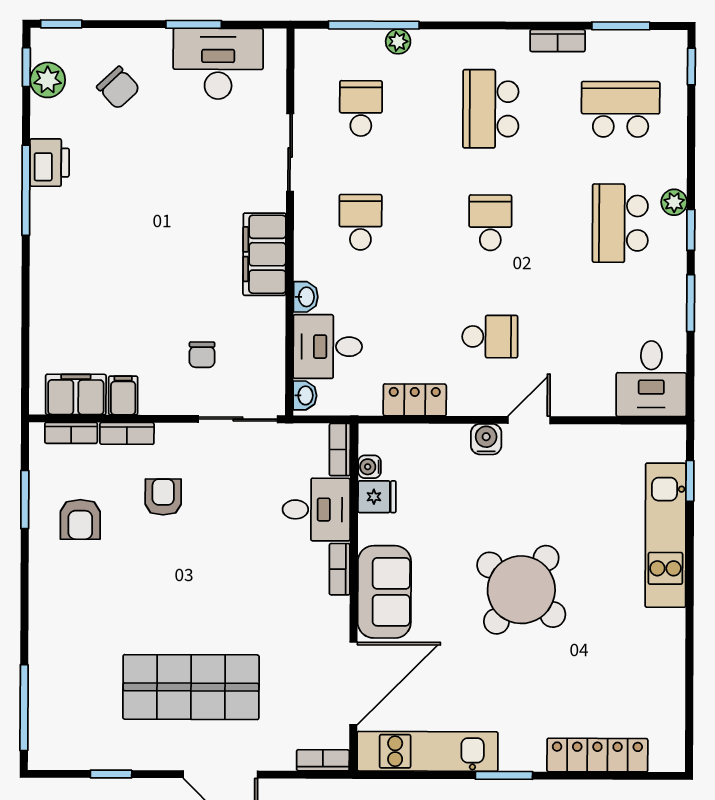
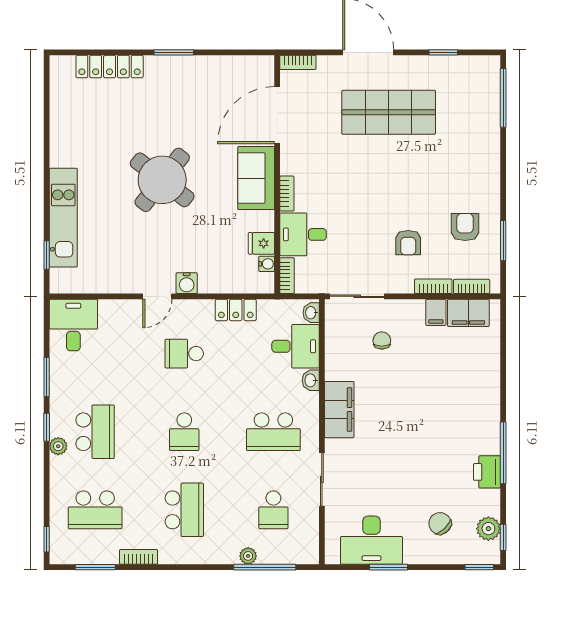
school desk: (360, 222) -> (273, 432), width x1.85
kitchen unit: (427, 751) -> (226, 69), removed

